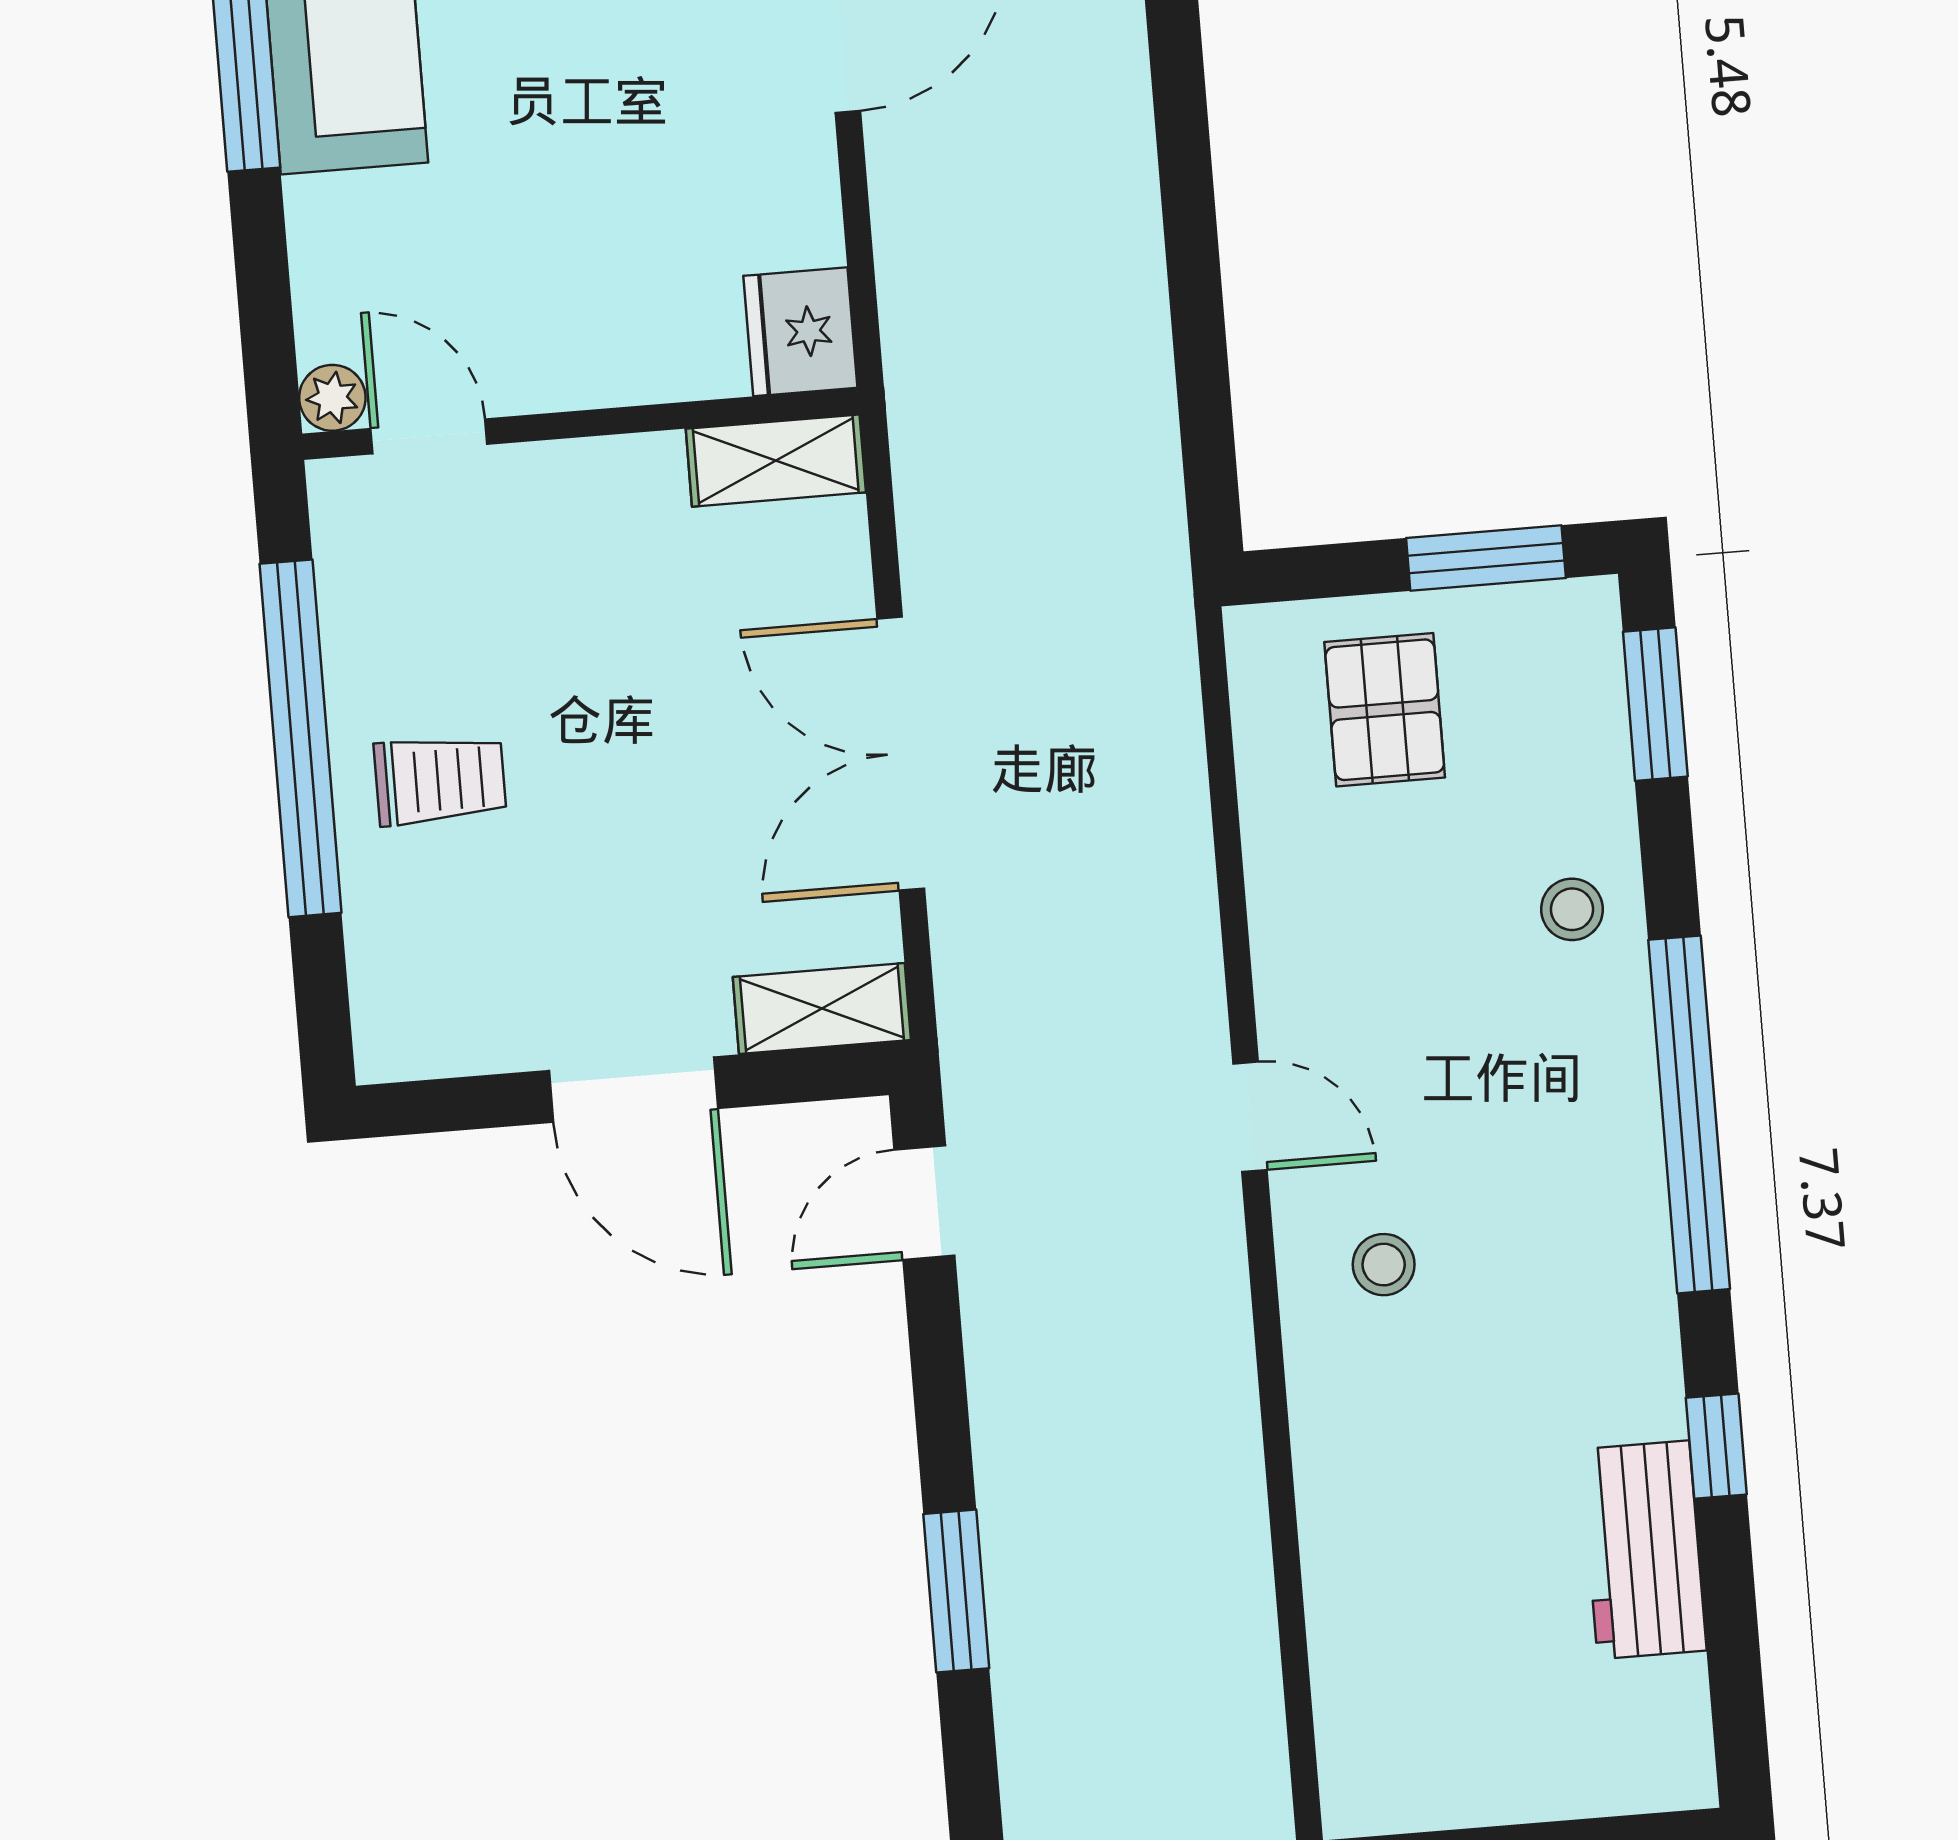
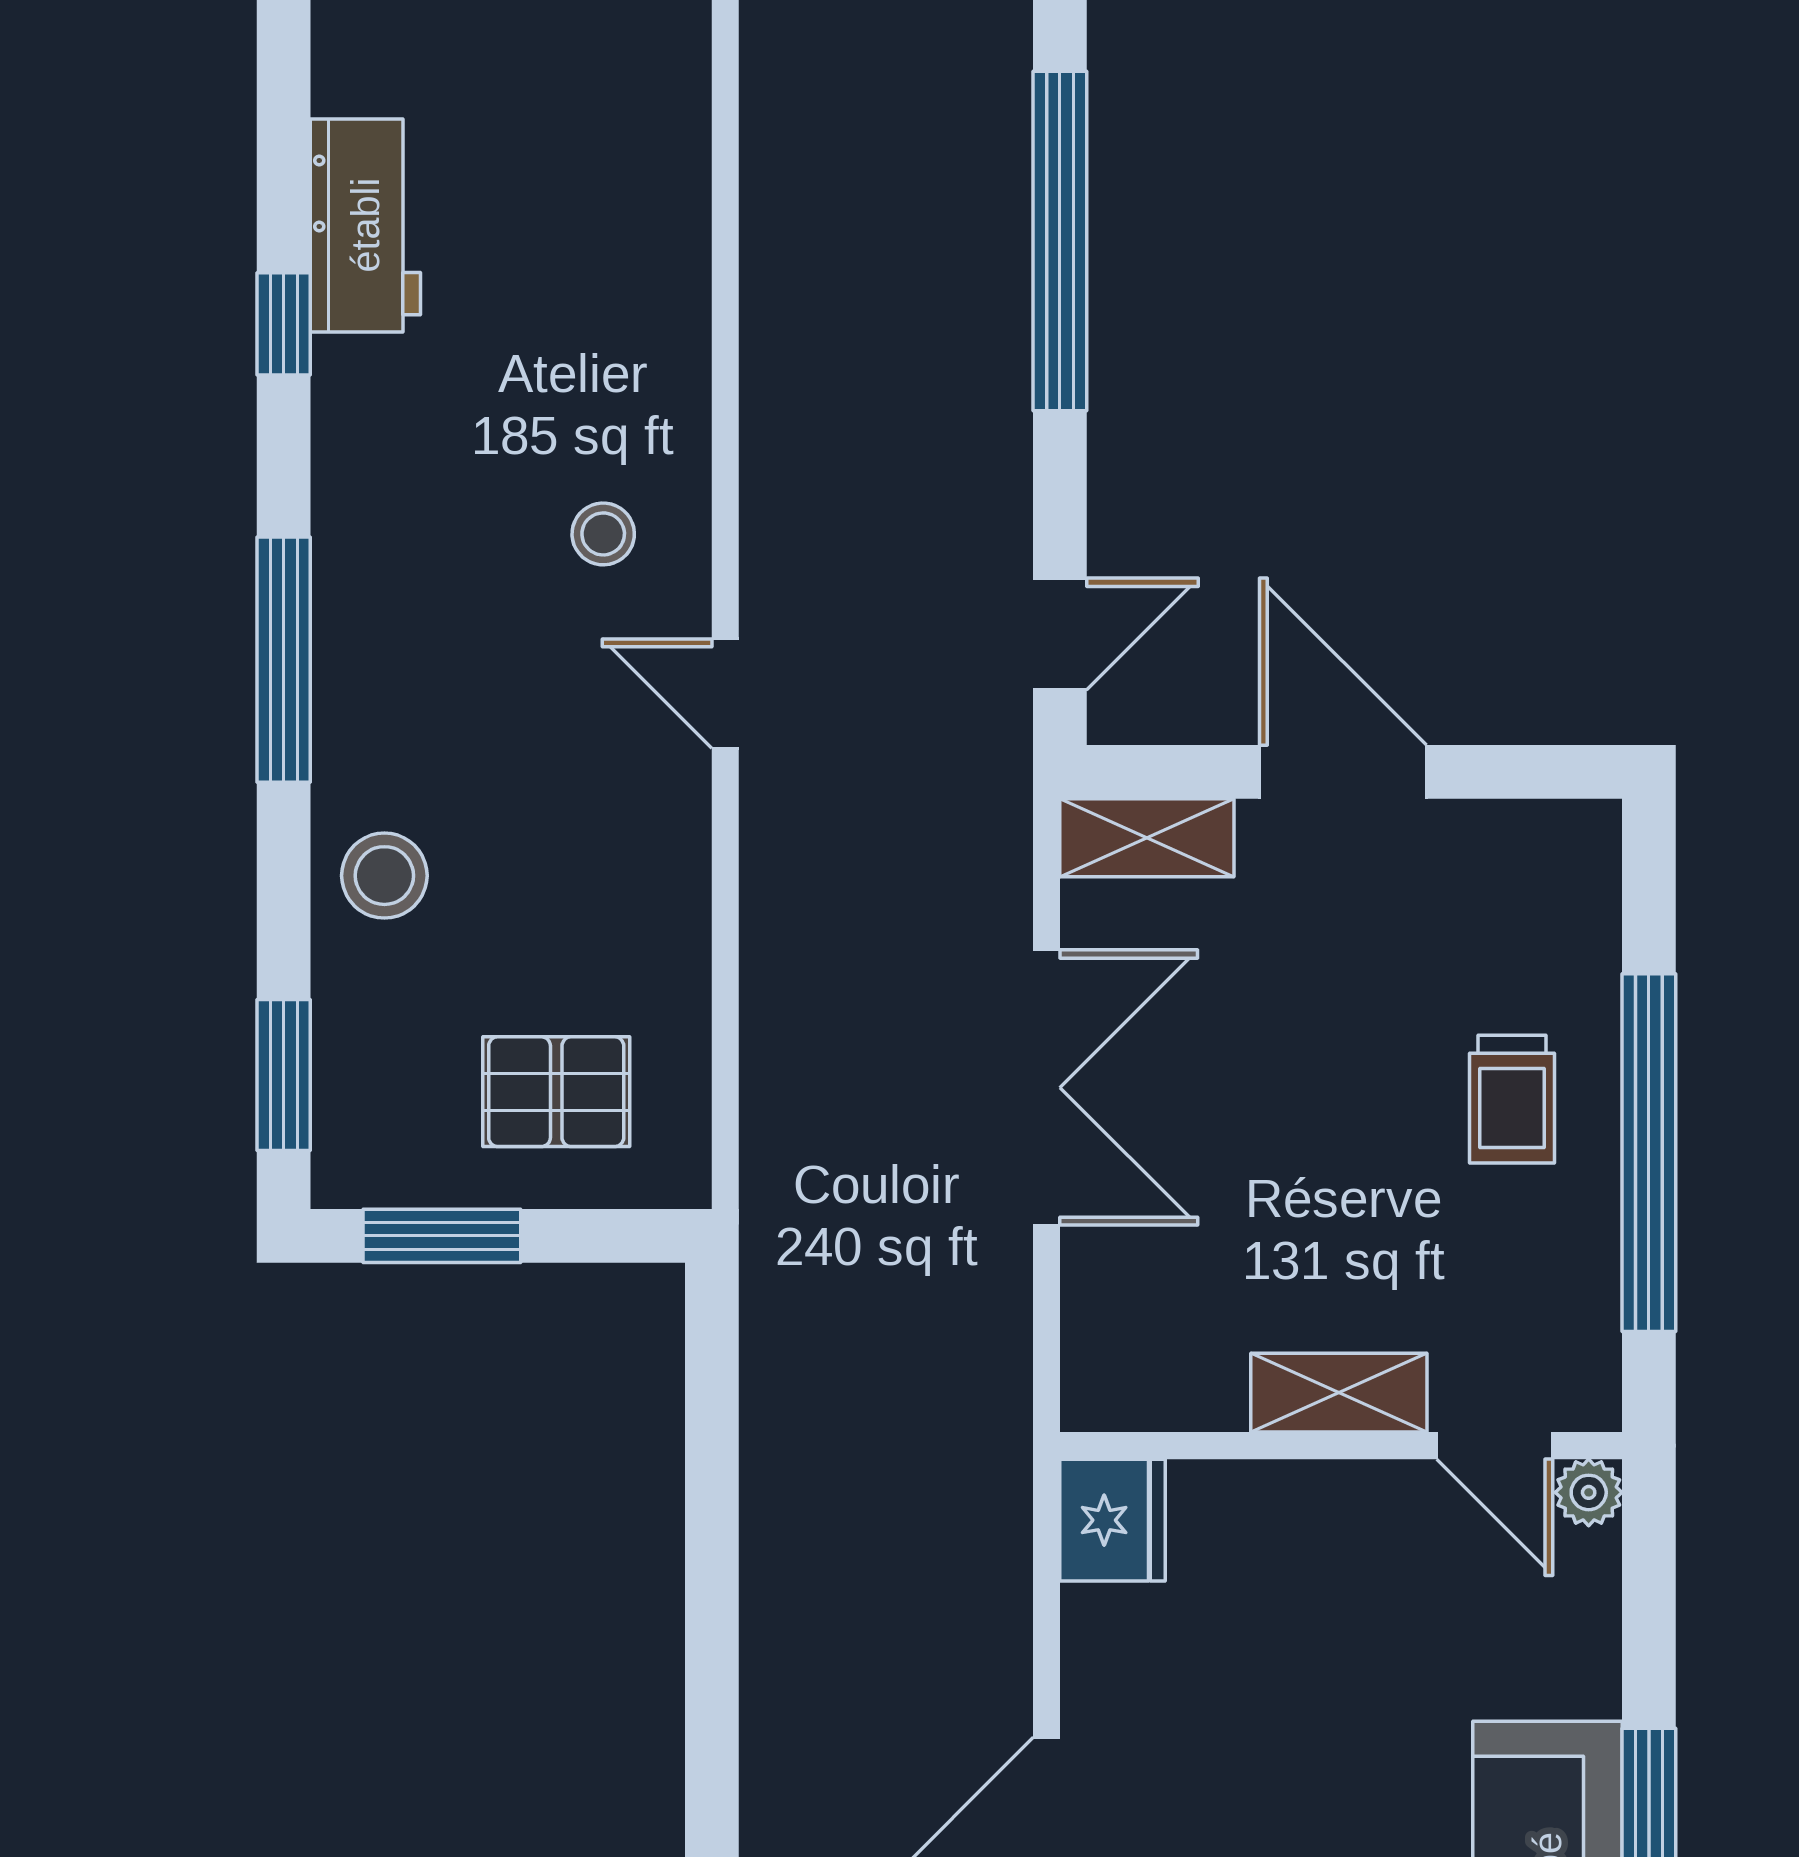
shelving: (776, 461) -> (1339, 1393), moved
pallet: (1385, 710) -> (556, 1092), turned 90
trolley: (440, 780) -> (1512, 1099), turned -90
stool: (1572, 909) -> (384, 876), width x1.37, depth x1.37
window: (1689, 1114) -> (284, 660), width x0.68
window: (956, 1591) -> (1060, 241), width x2.11

